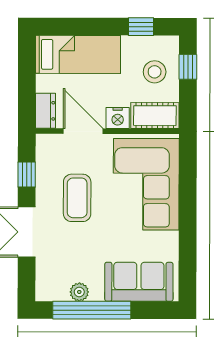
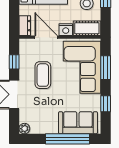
window: (188, 185) -> (106, 68), added
window: (188, 249) -> (106, 104), added
plant: (79, 292) -> (24, 129), moved
window: (92, 310) -> (68, 139), moved

